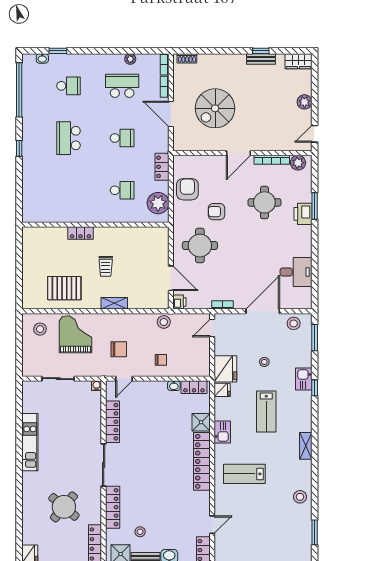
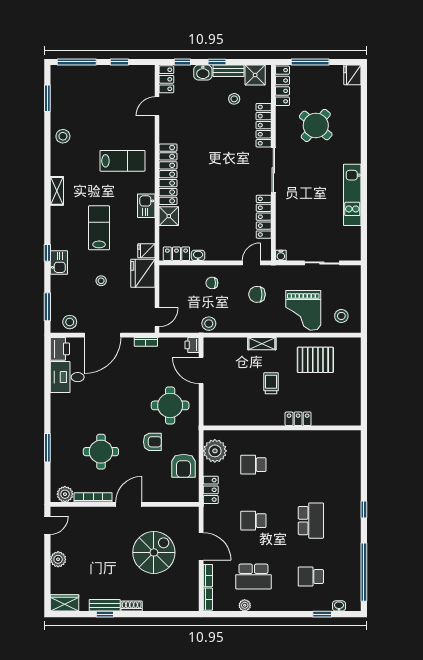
shoe rack: (187, 58) -> (132, 606), moved
printer: (303, 214) -> (60, 349), moved

